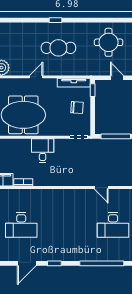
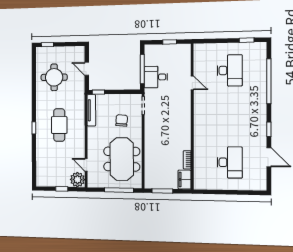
door: (36, 77) -> (86, 165), moved
door: (117, 78) -> (87, 69), hinge flipped
chair: (77, 107) -> (122, 120), moved
desk: (43, 151) -> (156, 77), moved
door: (101, 188) -> (192, 83), hinge flipped

